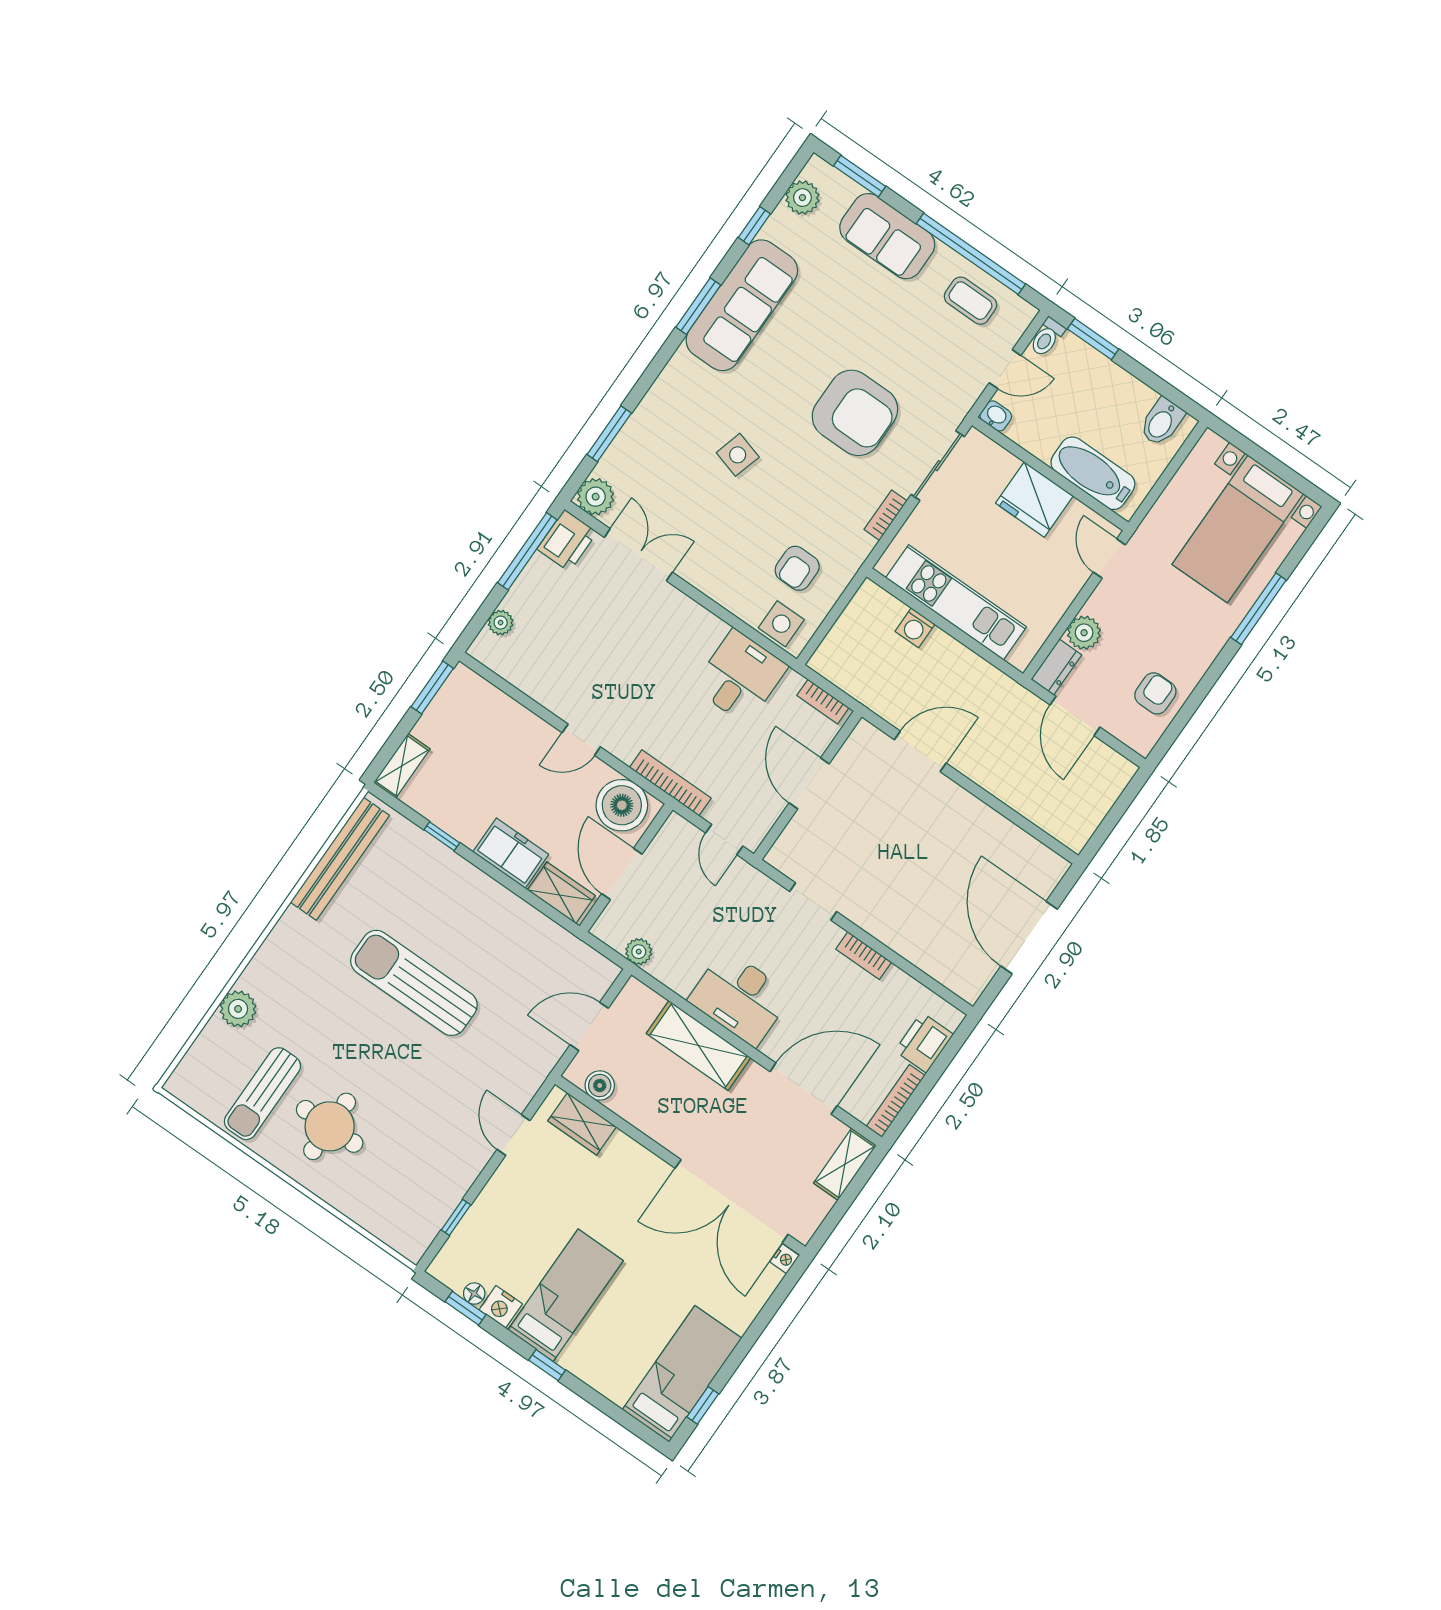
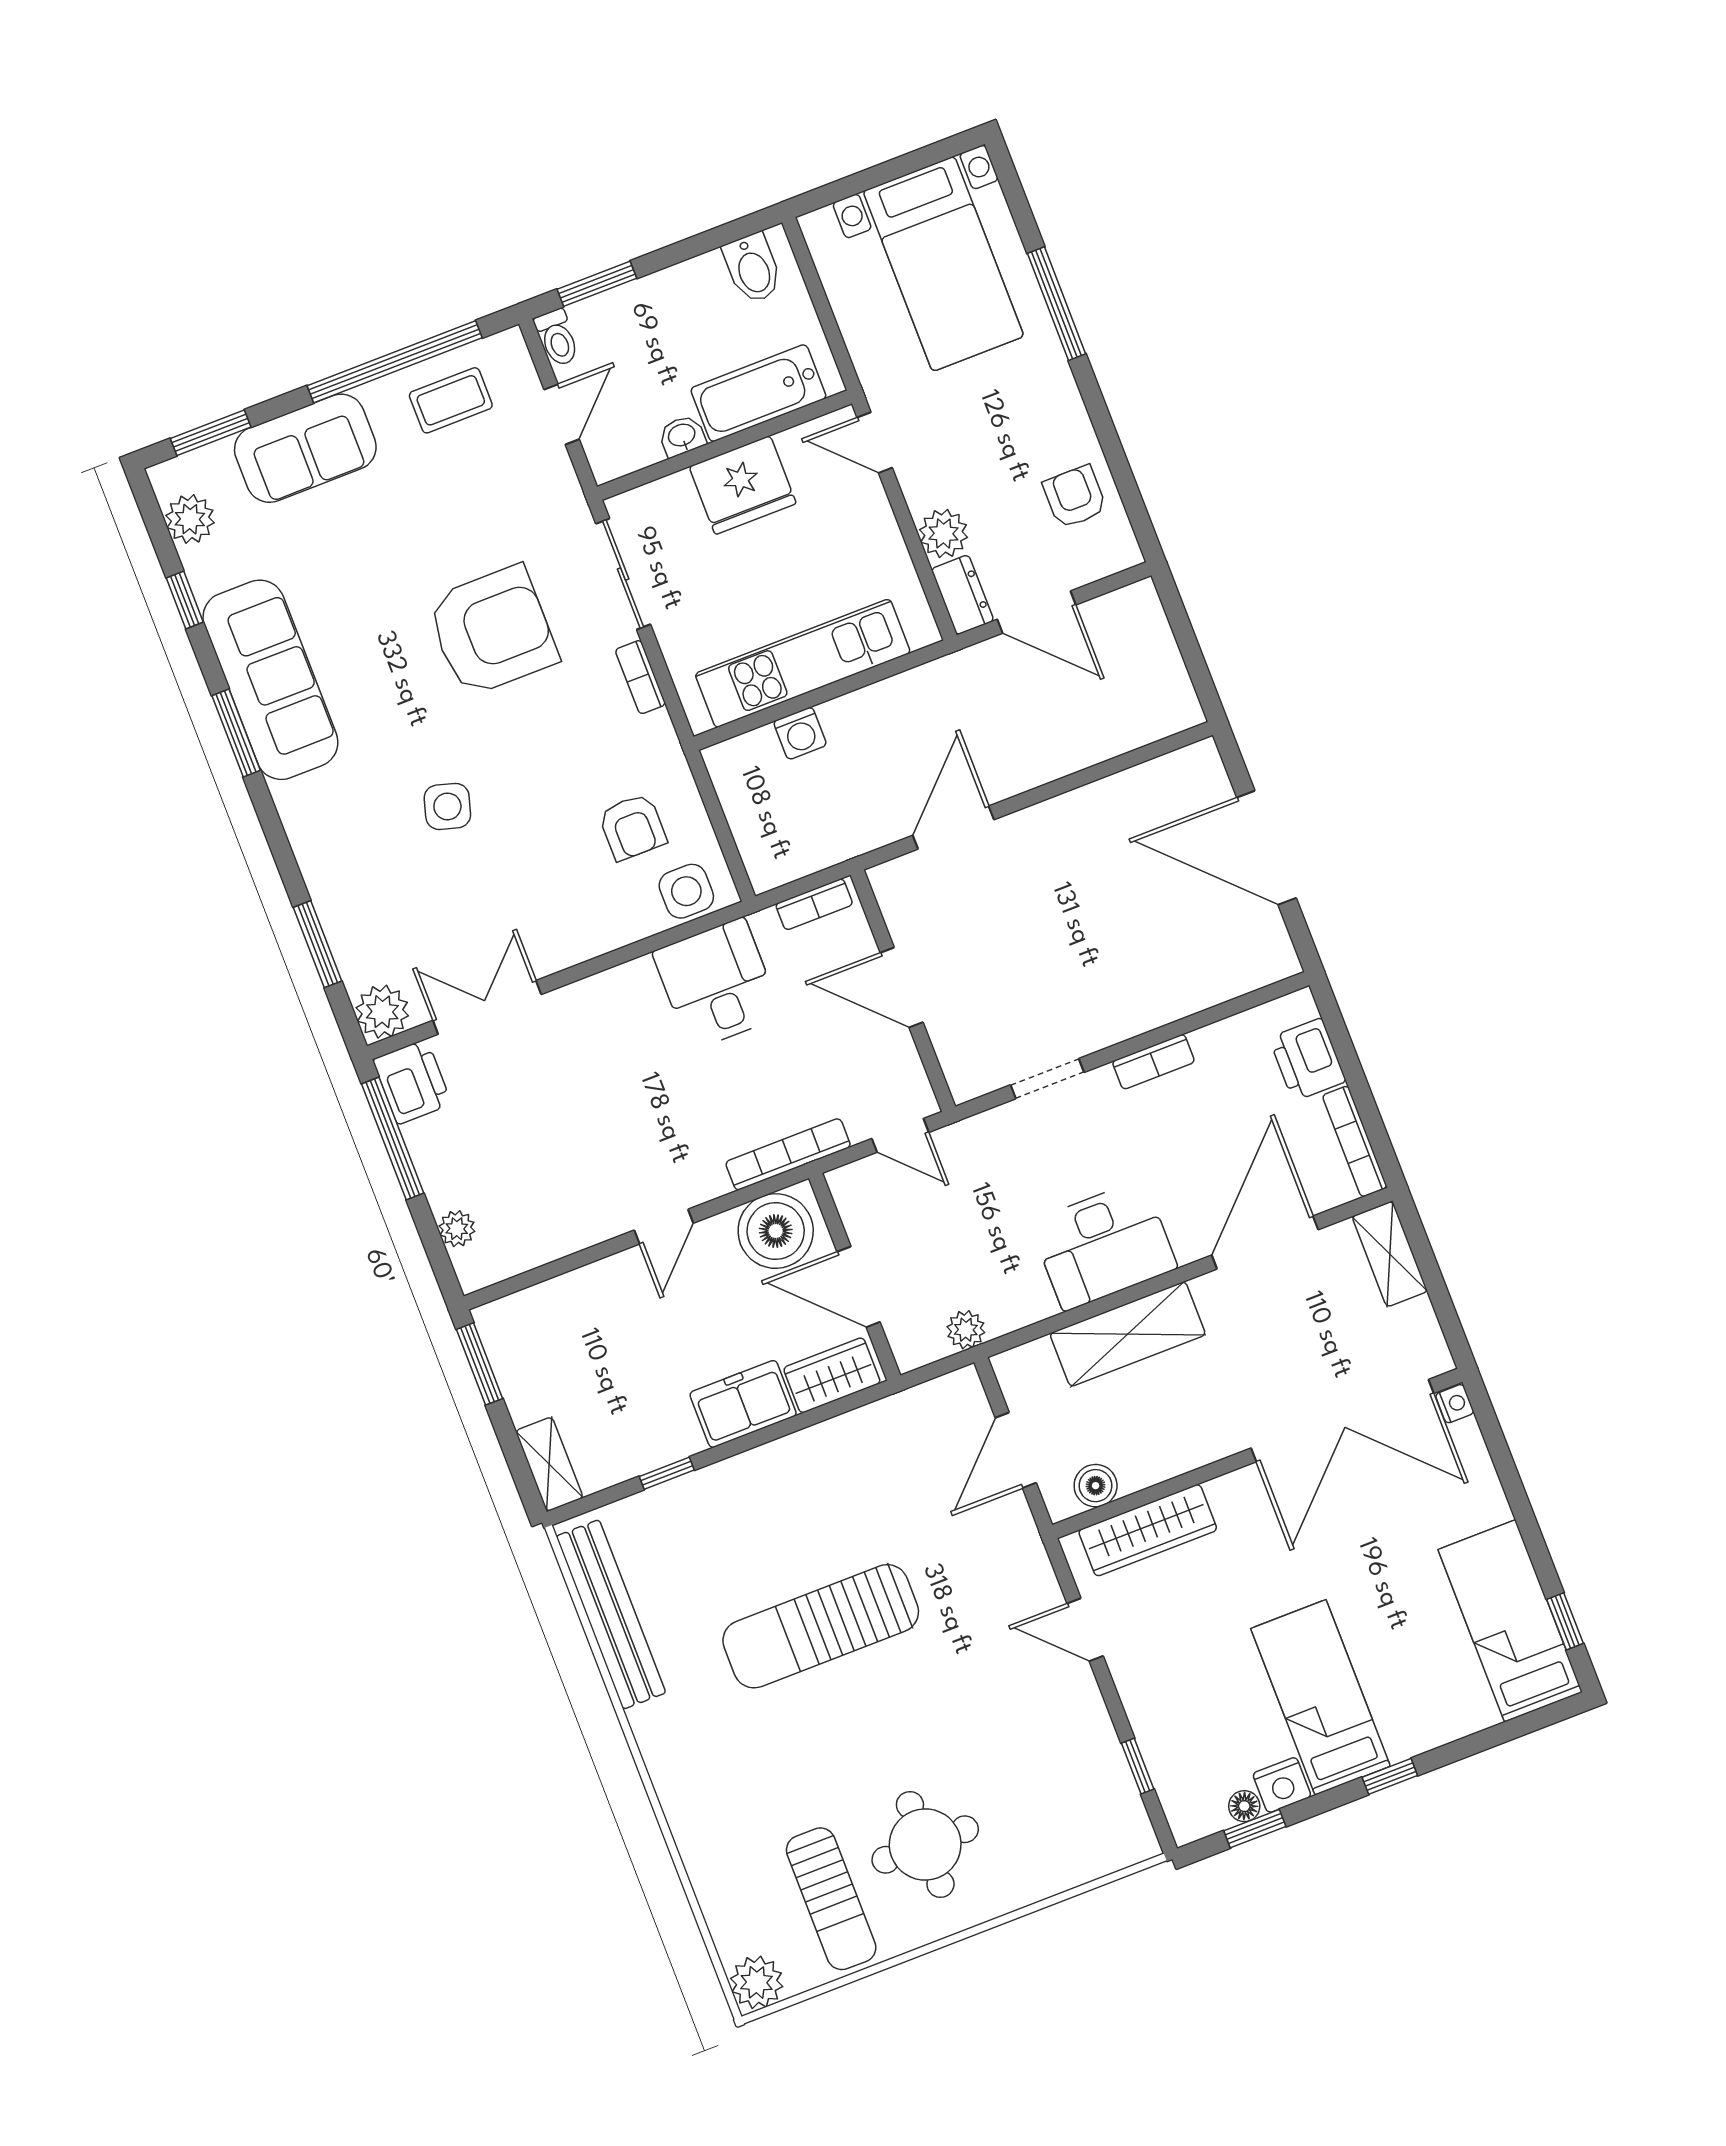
washbasin: (996, 416) -> (682, 436), moved
plant: (238, 1009) -> (757, 1982), moved
wardrobe: (582, 1124) -> (1148, 1530), width x1.50

